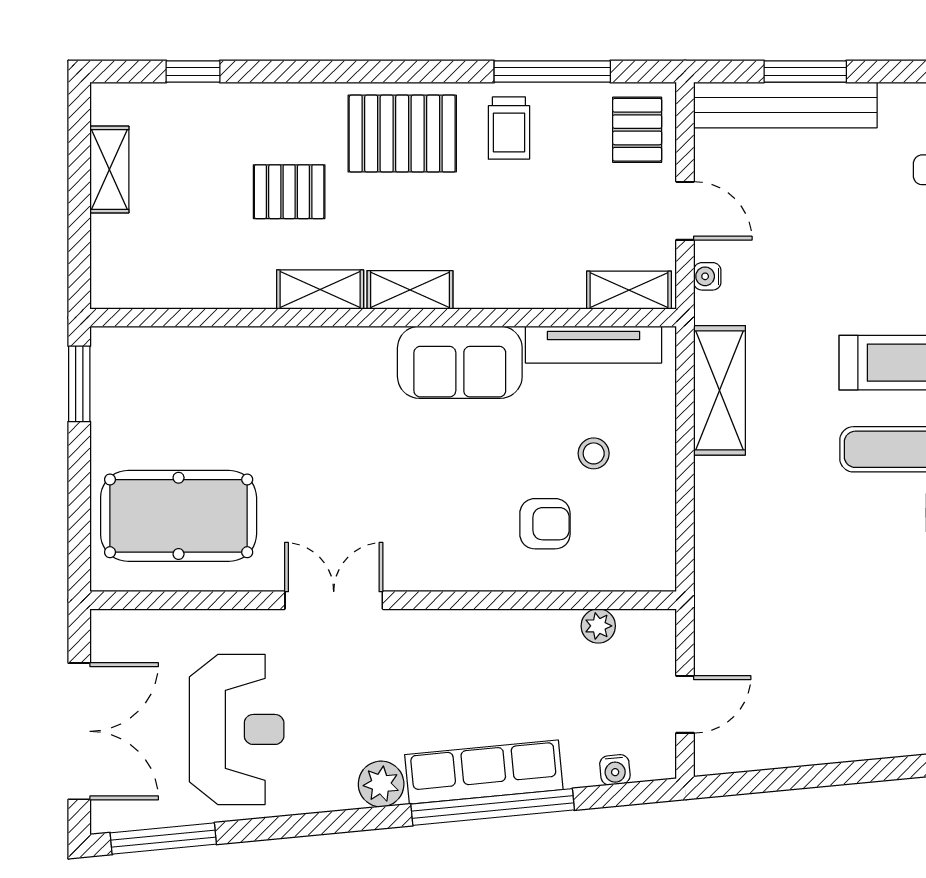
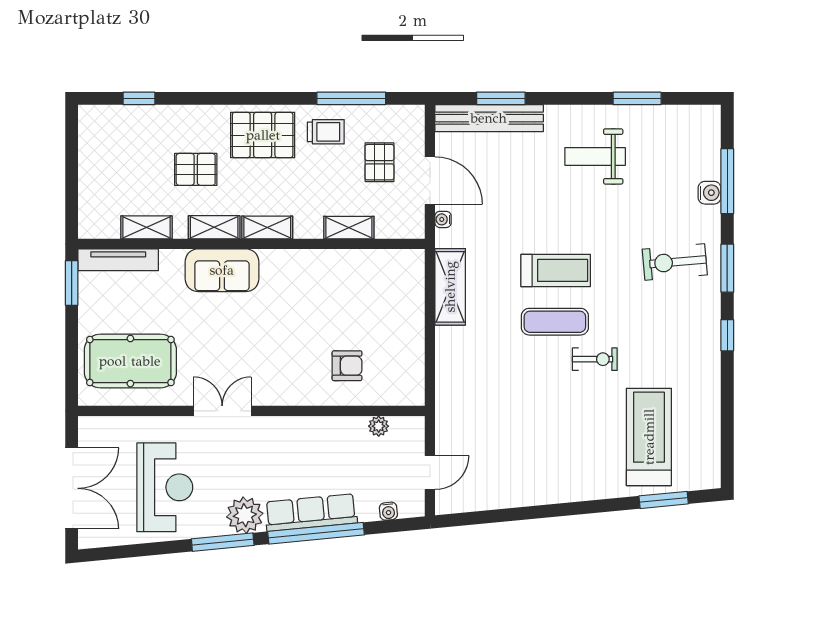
trolley: (509, 128) -> (326, 132), turned -90
pallet: (637, 130) -> (379, 162), moved
shelving: (109, 170) -> (146, 227), moved, turned 90
door: (685, 211) -> (430, 181), width x1.38
shelving: (629, 290) -> (349, 228), moved
tv unit: (594, 345) -> (118, 260), moved
sofa: (460, 362) -> (222, 270), moved
stool: (594, 453) -> (376, 324), removed
plant: (381, 784) -> (245, 515), width x1.36, depth x1.36
window: (163, 839) -> (223, 542), moved

